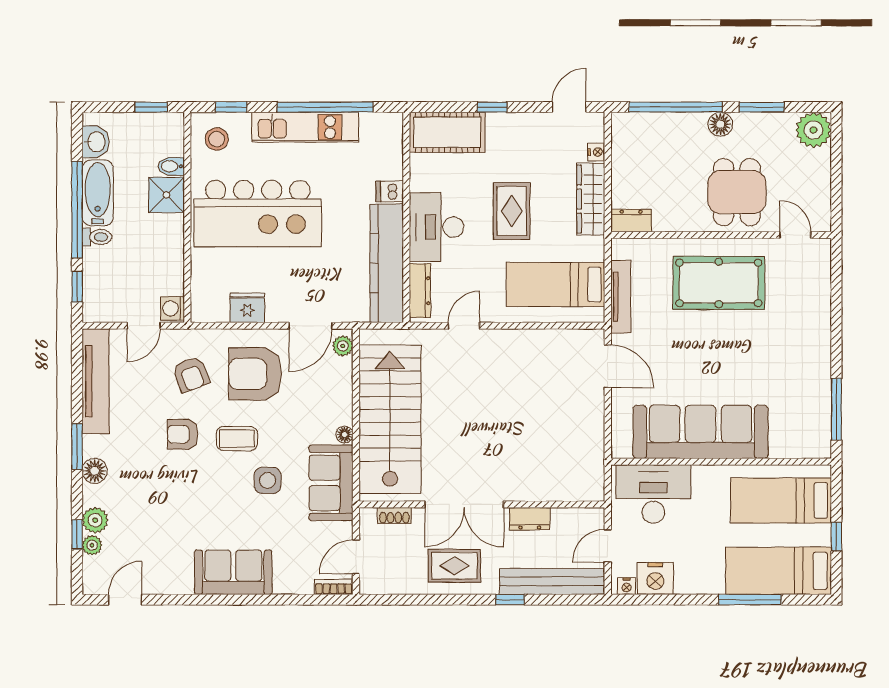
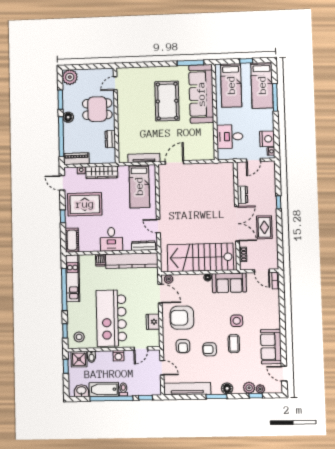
kitchen unit: (305, 127) -> (73, 278), moved
cot: (447, 132) -> (72, 240), width x0.73, depth x0.75
piano: (624, 141) -> (76, 159), added
shower: (167, 195) -> (79, 359), moved
rug: (512, 211) -> (85, 204), moved, width x1.36, depth x1.43
kitchen island: (258, 213) -> (111, 318), turned 180
dresser: (631, 221) -> (110, 139), moved
desk: (436, 227) -> (111, 239), width x0.73
door: (187, 279) -> (141, 349), added
pool table: (719, 283) -> (167, 101), moved
washing machine: (172, 308) -> (118, 356), moved
armchair: (191, 374) -> (183, 346), turned 111
armchair: (255, 374) -> (182, 318), turned 90
sofa: (701, 432) -> (201, 94), moved
armchair: (183, 434) -> (210, 349), turned 90
coffee table: (237, 438) -> (234, 344), moved
side table: (268, 480) -> (237, 321), moved
desk: (653, 494) -> (230, 137), width x0.73
door: (608, 546) -> (253, 160), hinge flipped
sofa: (233, 572) -> (271, 347), moved
bench: (552, 581) -> (270, 184), removed

